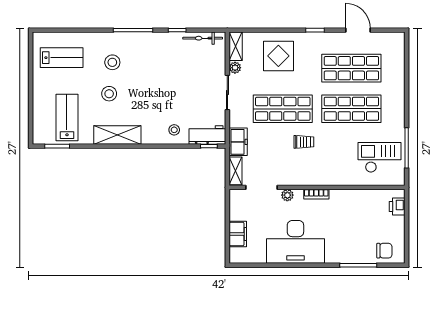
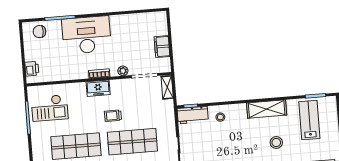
lab bench: (67, 118) -> (309, 120), turned 180
freezer: (238, 142) -> (98, 88), moved, turned -90
filing cabinet: (238, 234) -> (162, 47), moved
desk: (295, 242) -> (86, 35), moved

